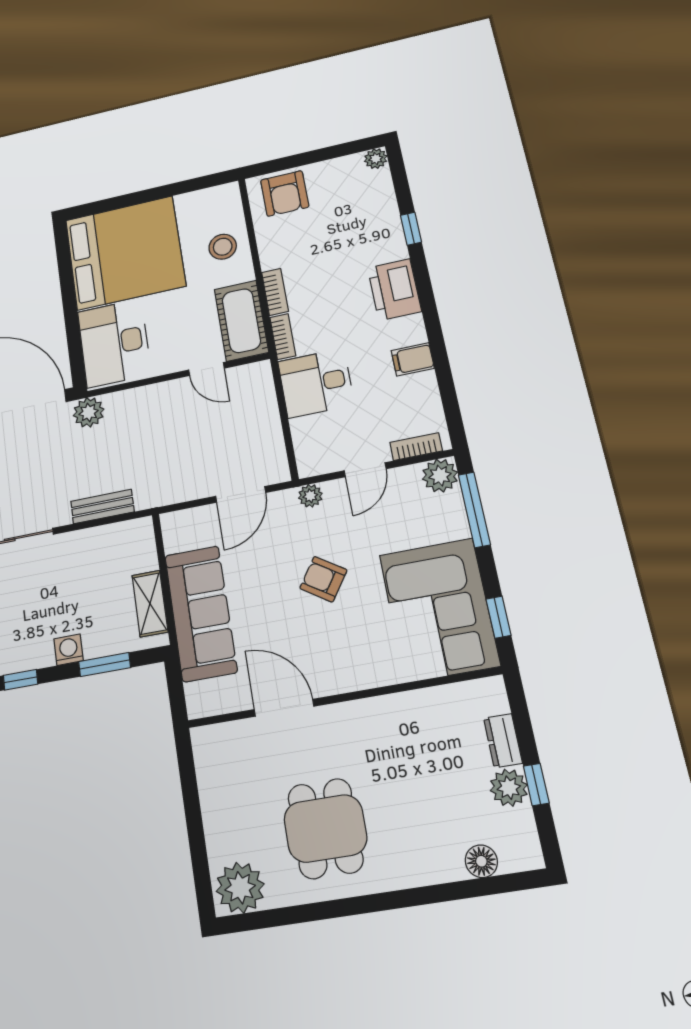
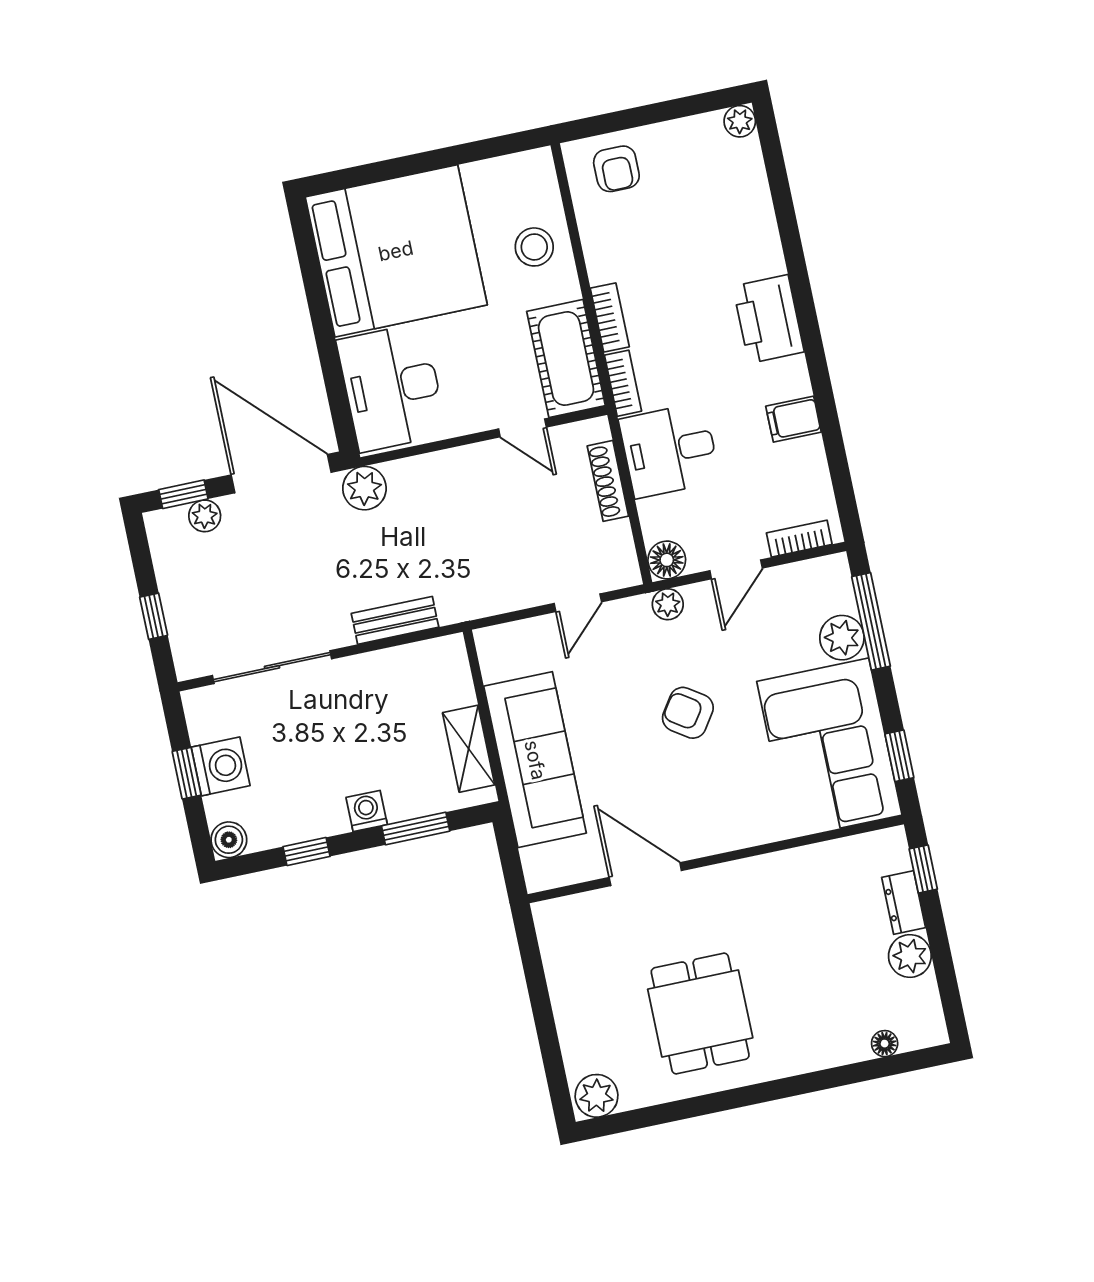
armchair: (285, 193) -> (616, 169), width x0.72, depth x0.72
window: (411, 229) -> (789, 230), removed
shoe rack: (268, 406) -> (608, 481), added
floor lamp: (311, 463) -> (667, 560), added
plant: (440, 476) -> (842, 638), moved
door: (241, 494) -> (578, 603), width x0.73
window: (536, 784) -> (923, 869), moved
floor lamp: (481, 861) -> (885, 1044), width x0.73, depth x0.73
plant: (240, 888) -> (597, 1096), width x0.73, depth x0.73

